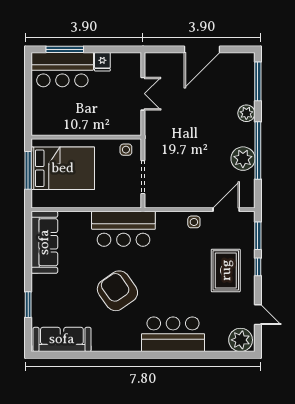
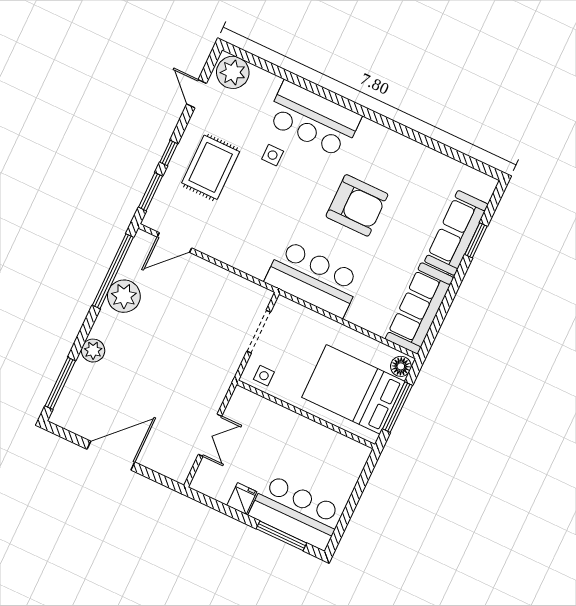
double door: (143, 94) -> (210, 435), swing flipped
window: (258, 150) -> (113, 271), moved
floor lamp: (39, 198) -> (401, 366), added
side table: (194, 222) -> (273, 155), moved
armchair: (117, 291) -> (357, 205), turned -55
sofa: (62, 339) -> (456, 233), moved, turned 90

